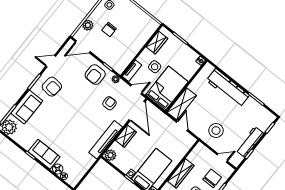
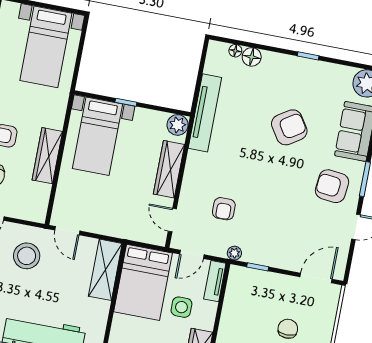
plant: (88, 25) -> (326, 317), removed
armchair: (95, 75) -> (289, 127), moved, turned 57
door: (137, 111) -> (172, 220), width x0.53
door: (182, 126) -> (67, 231), moved
wardrobe: (126, 136) -> (169, 169), width x1.50
tv unit: (106, 140) -> (205, 113), moved
sofa: (44, 154) -> (287, 69), removed

